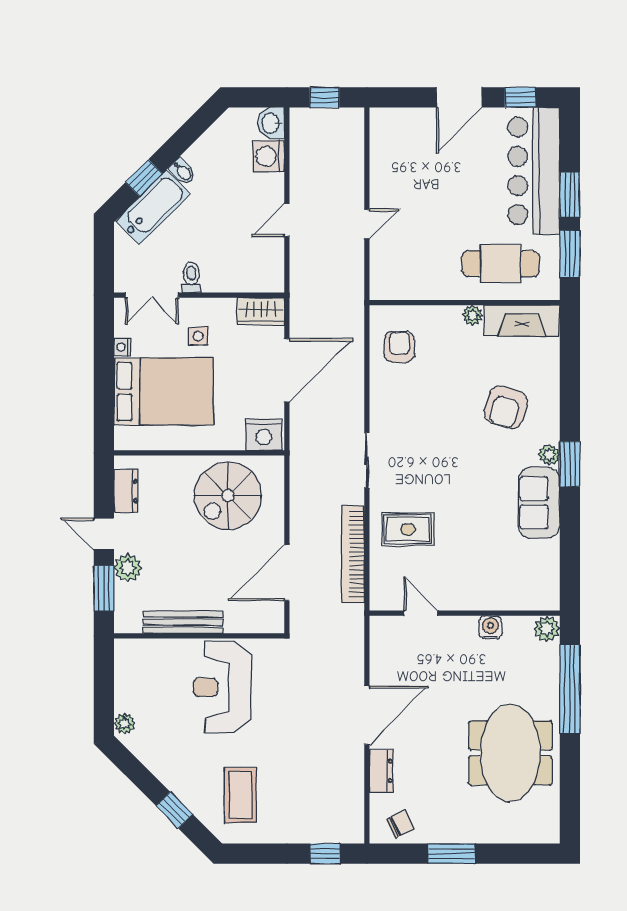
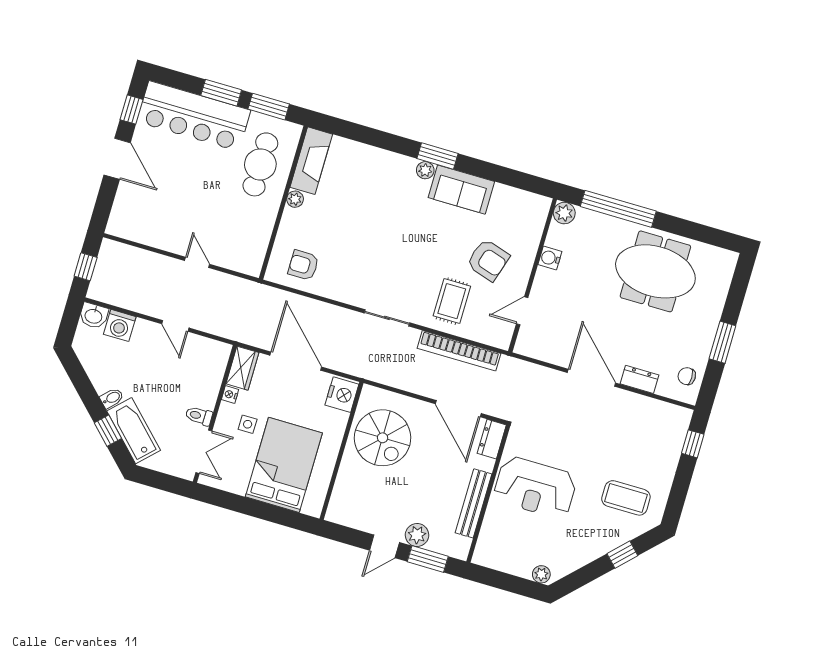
nightstand: (122, 347) -> (230, 394), moved, turned 90
armchair: (506, 407) -> (488, 260), moved
dresser: (126, 491) -> (492, 439), moved, turned -90
chair: (401, 824) -> (687, 376), turned -64

